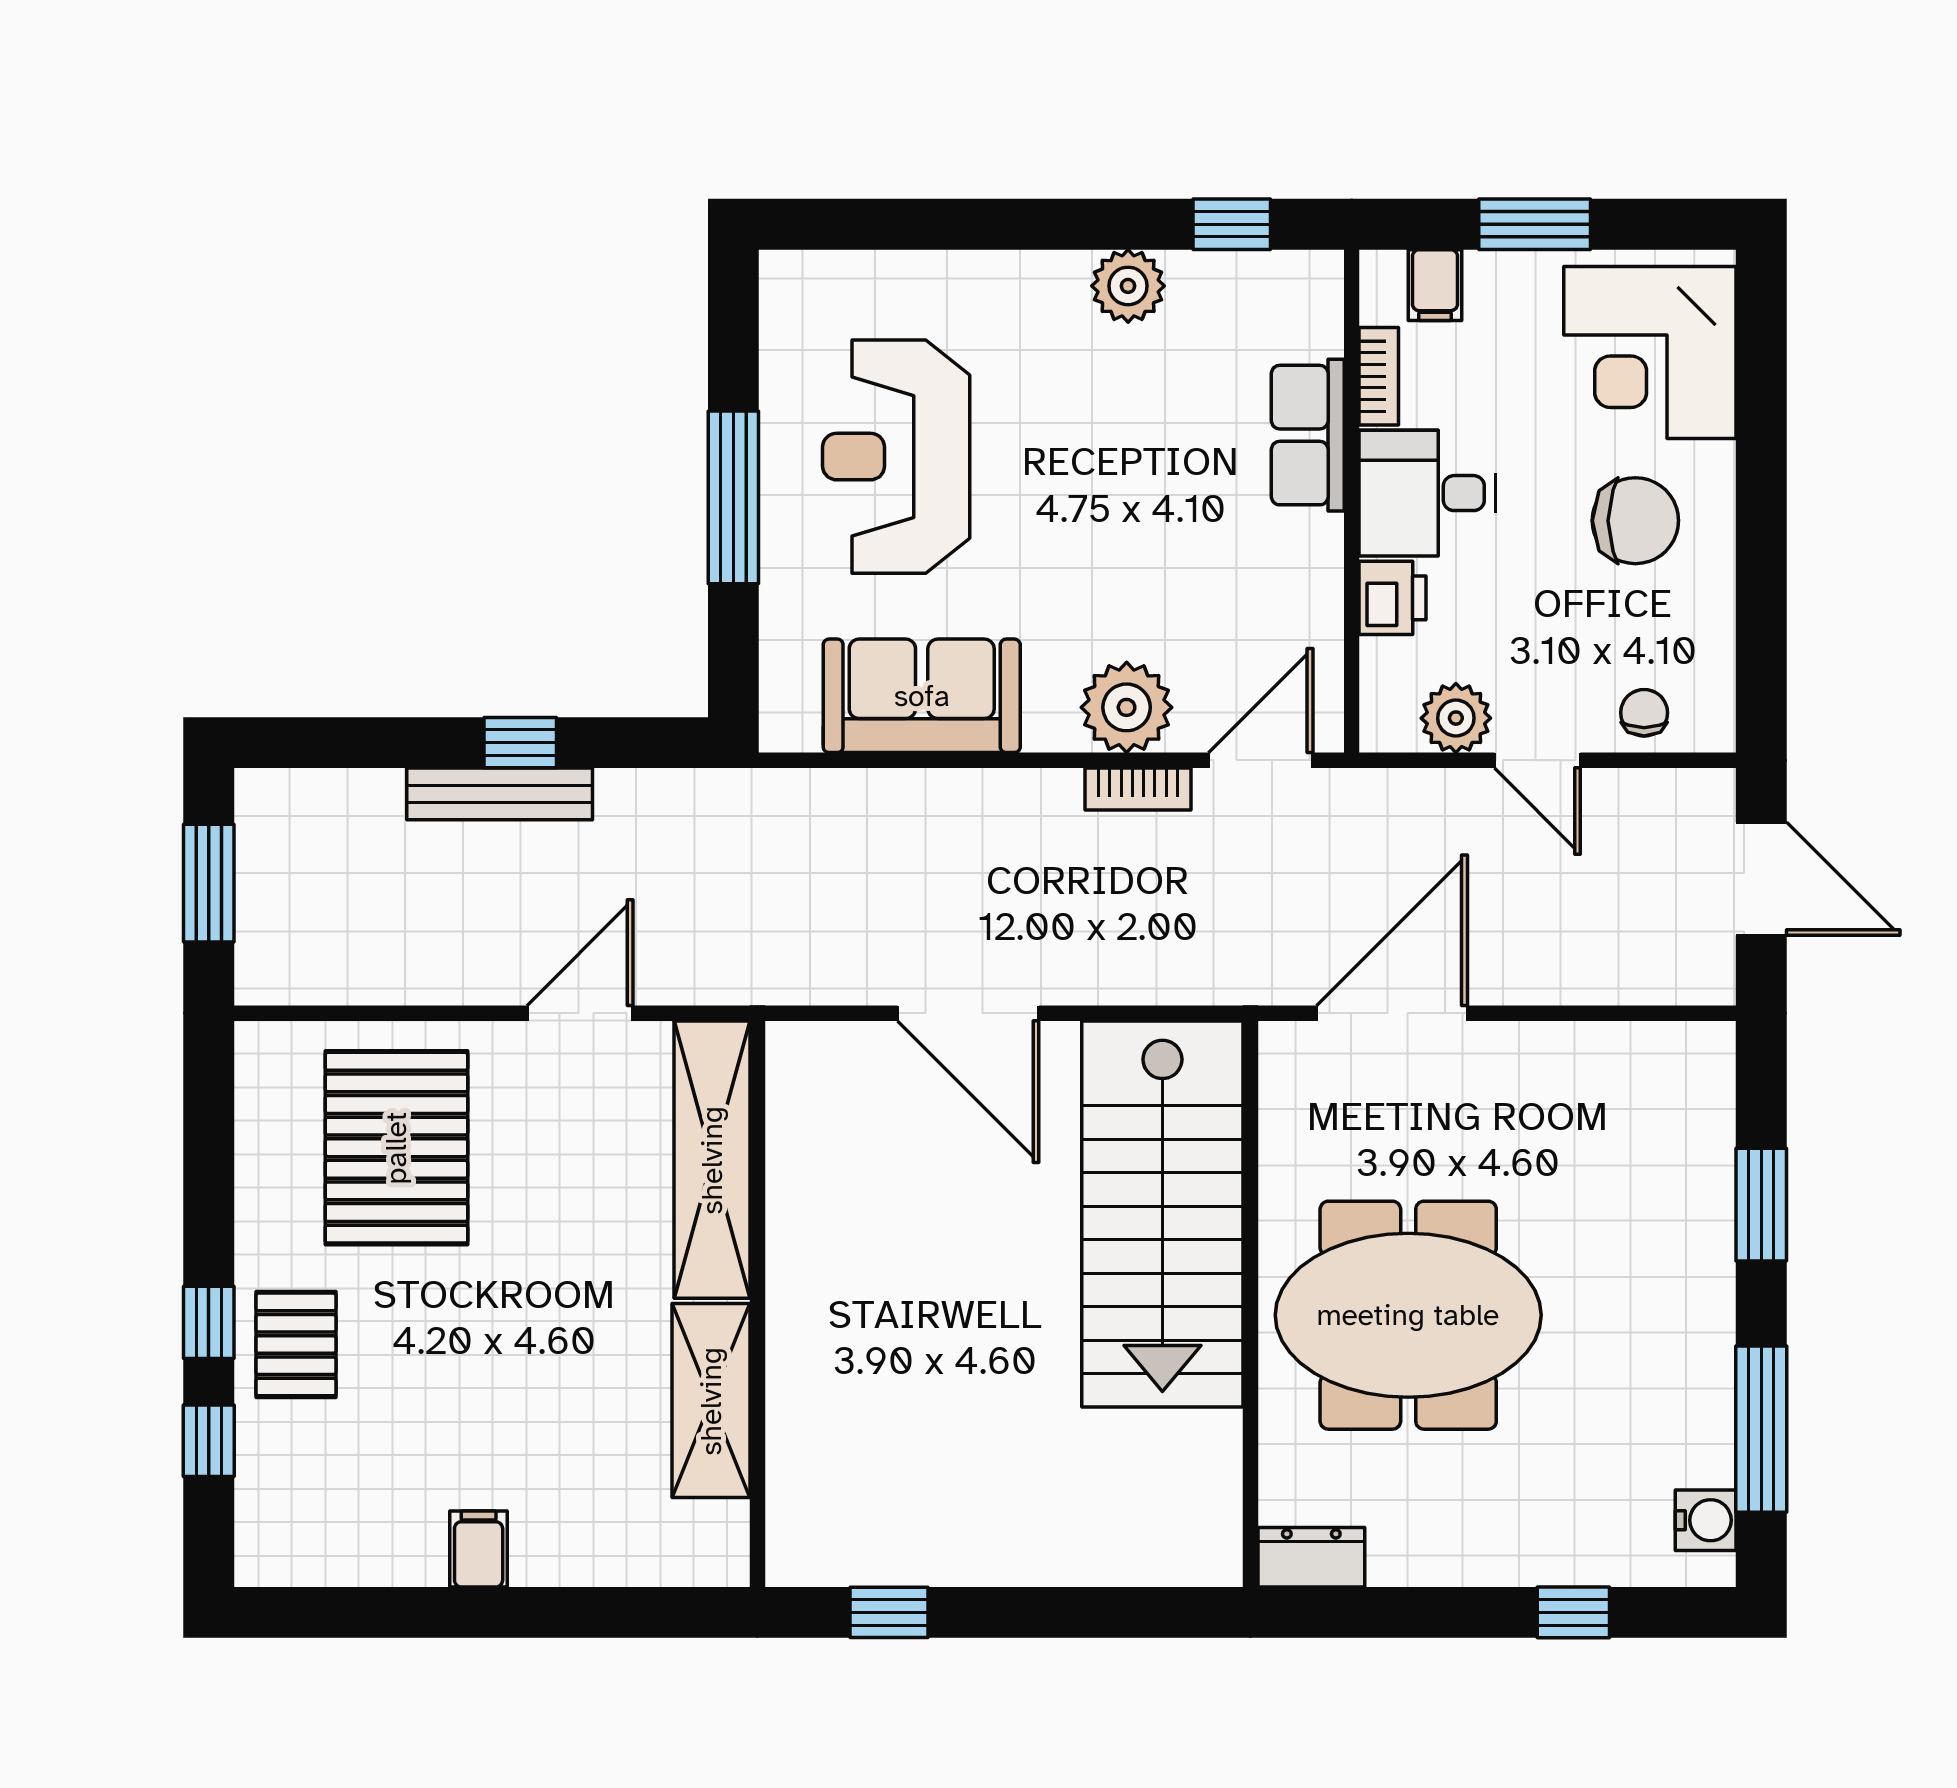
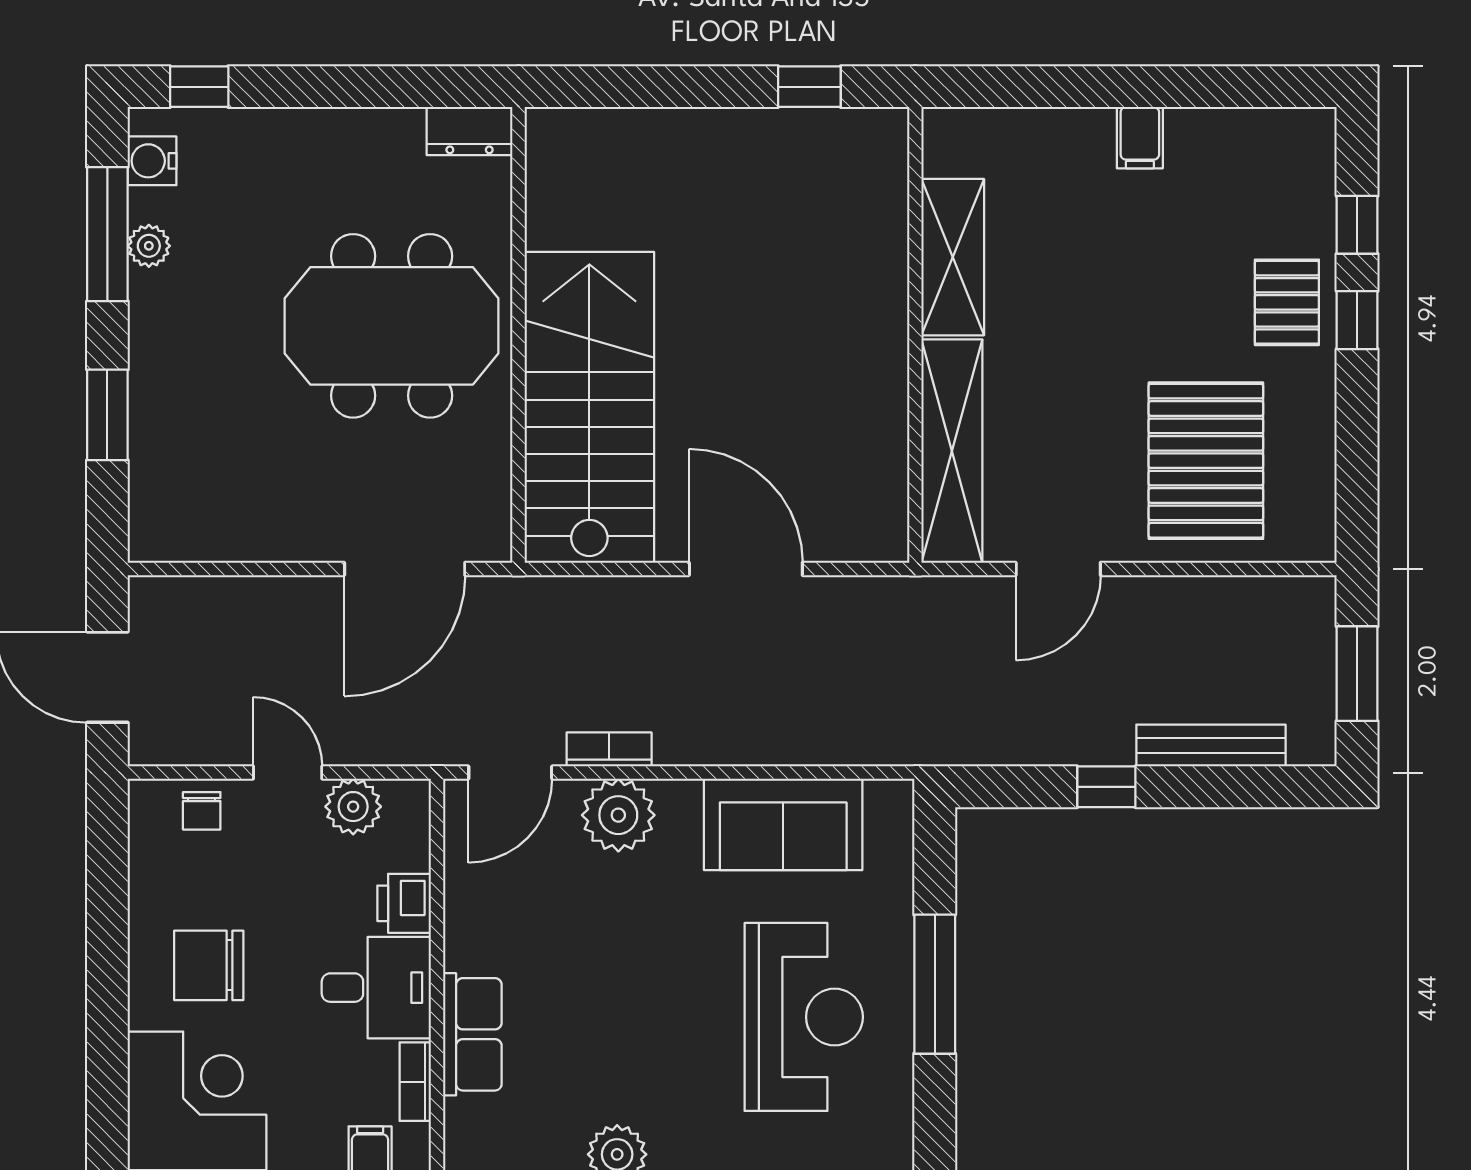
bench: (500, 794) -> (1211, 746), moved
plant: (1710, 1415) -> (149, 246), added
window: (1573, 1612) -> (199, 87), moved

